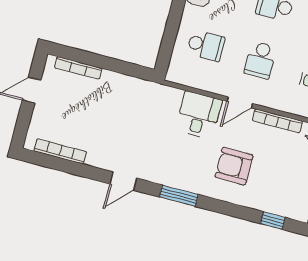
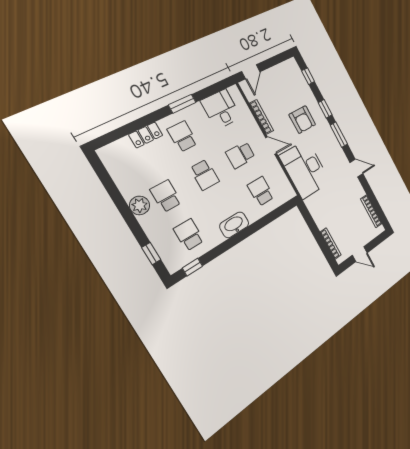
school desk: (260, 60) -> (241, 155), turned 180
desk: (199, 115) -> (305, 169), width x1.87, depth x1.30
window: (221, 207) -> (325, 109), added

